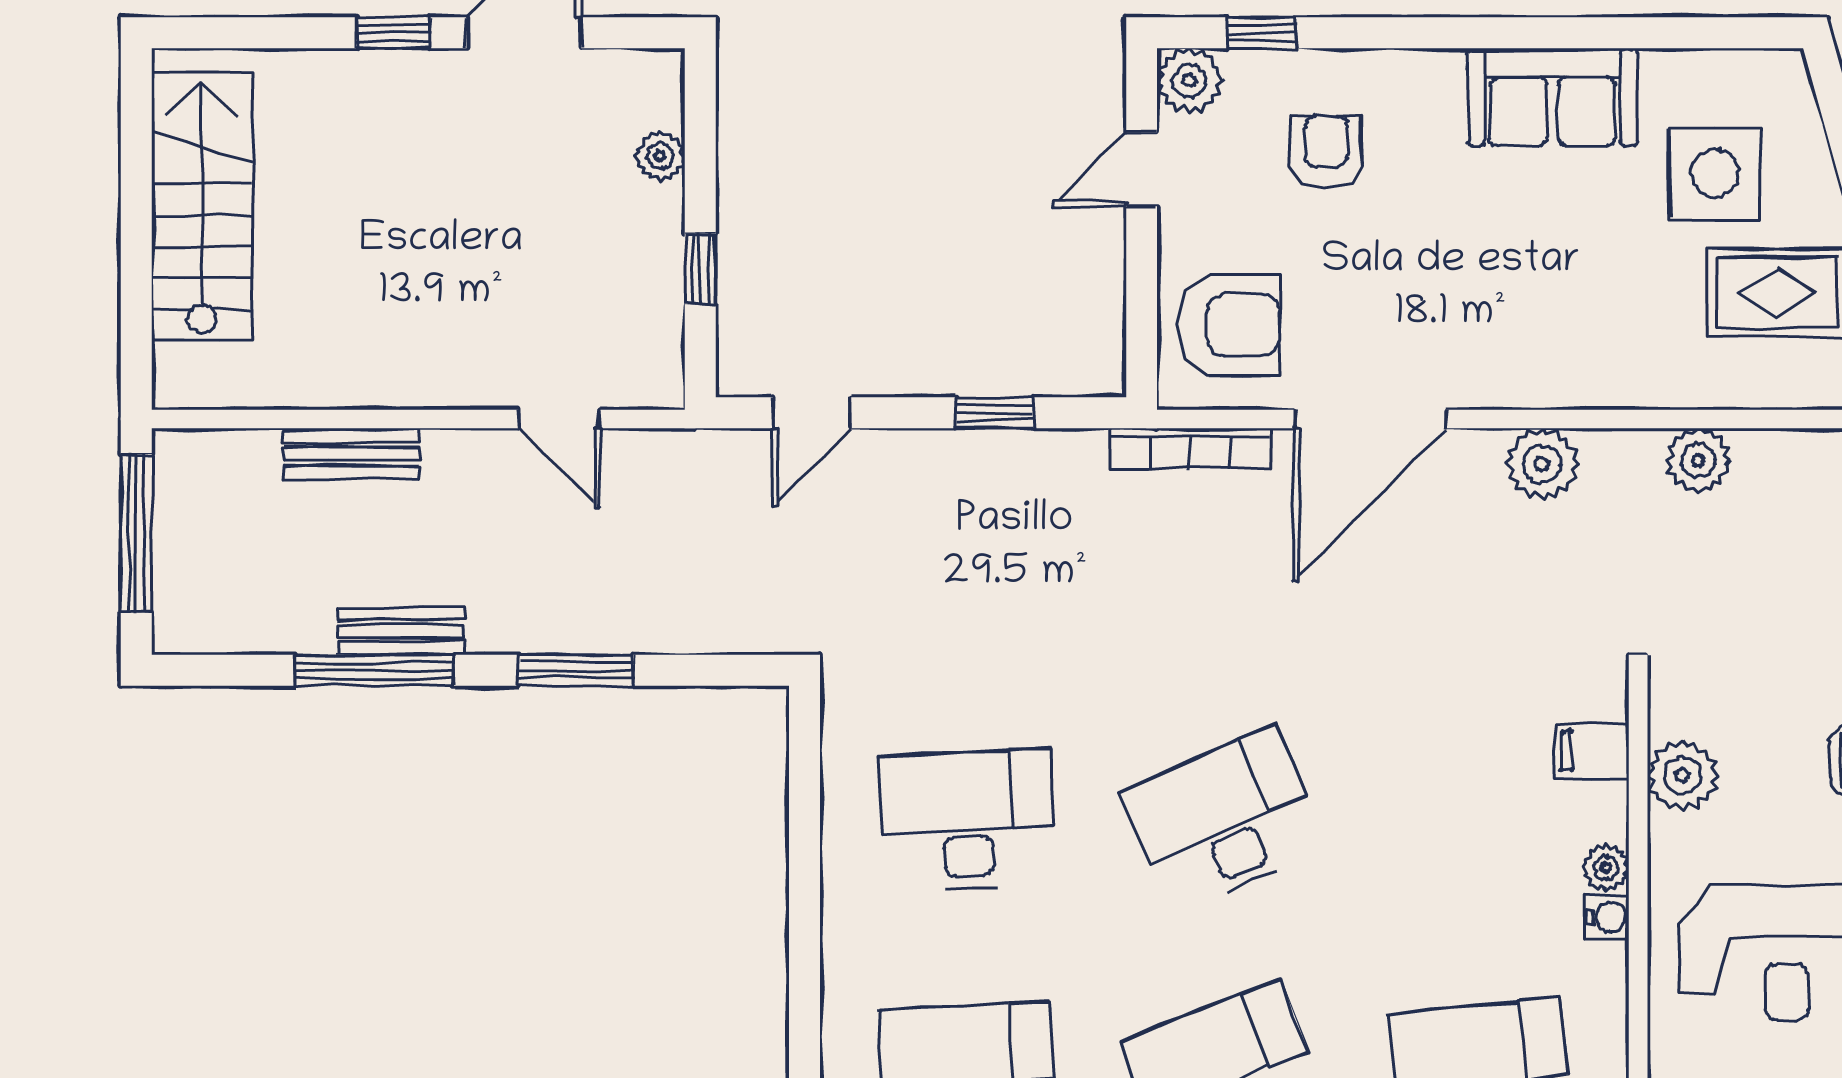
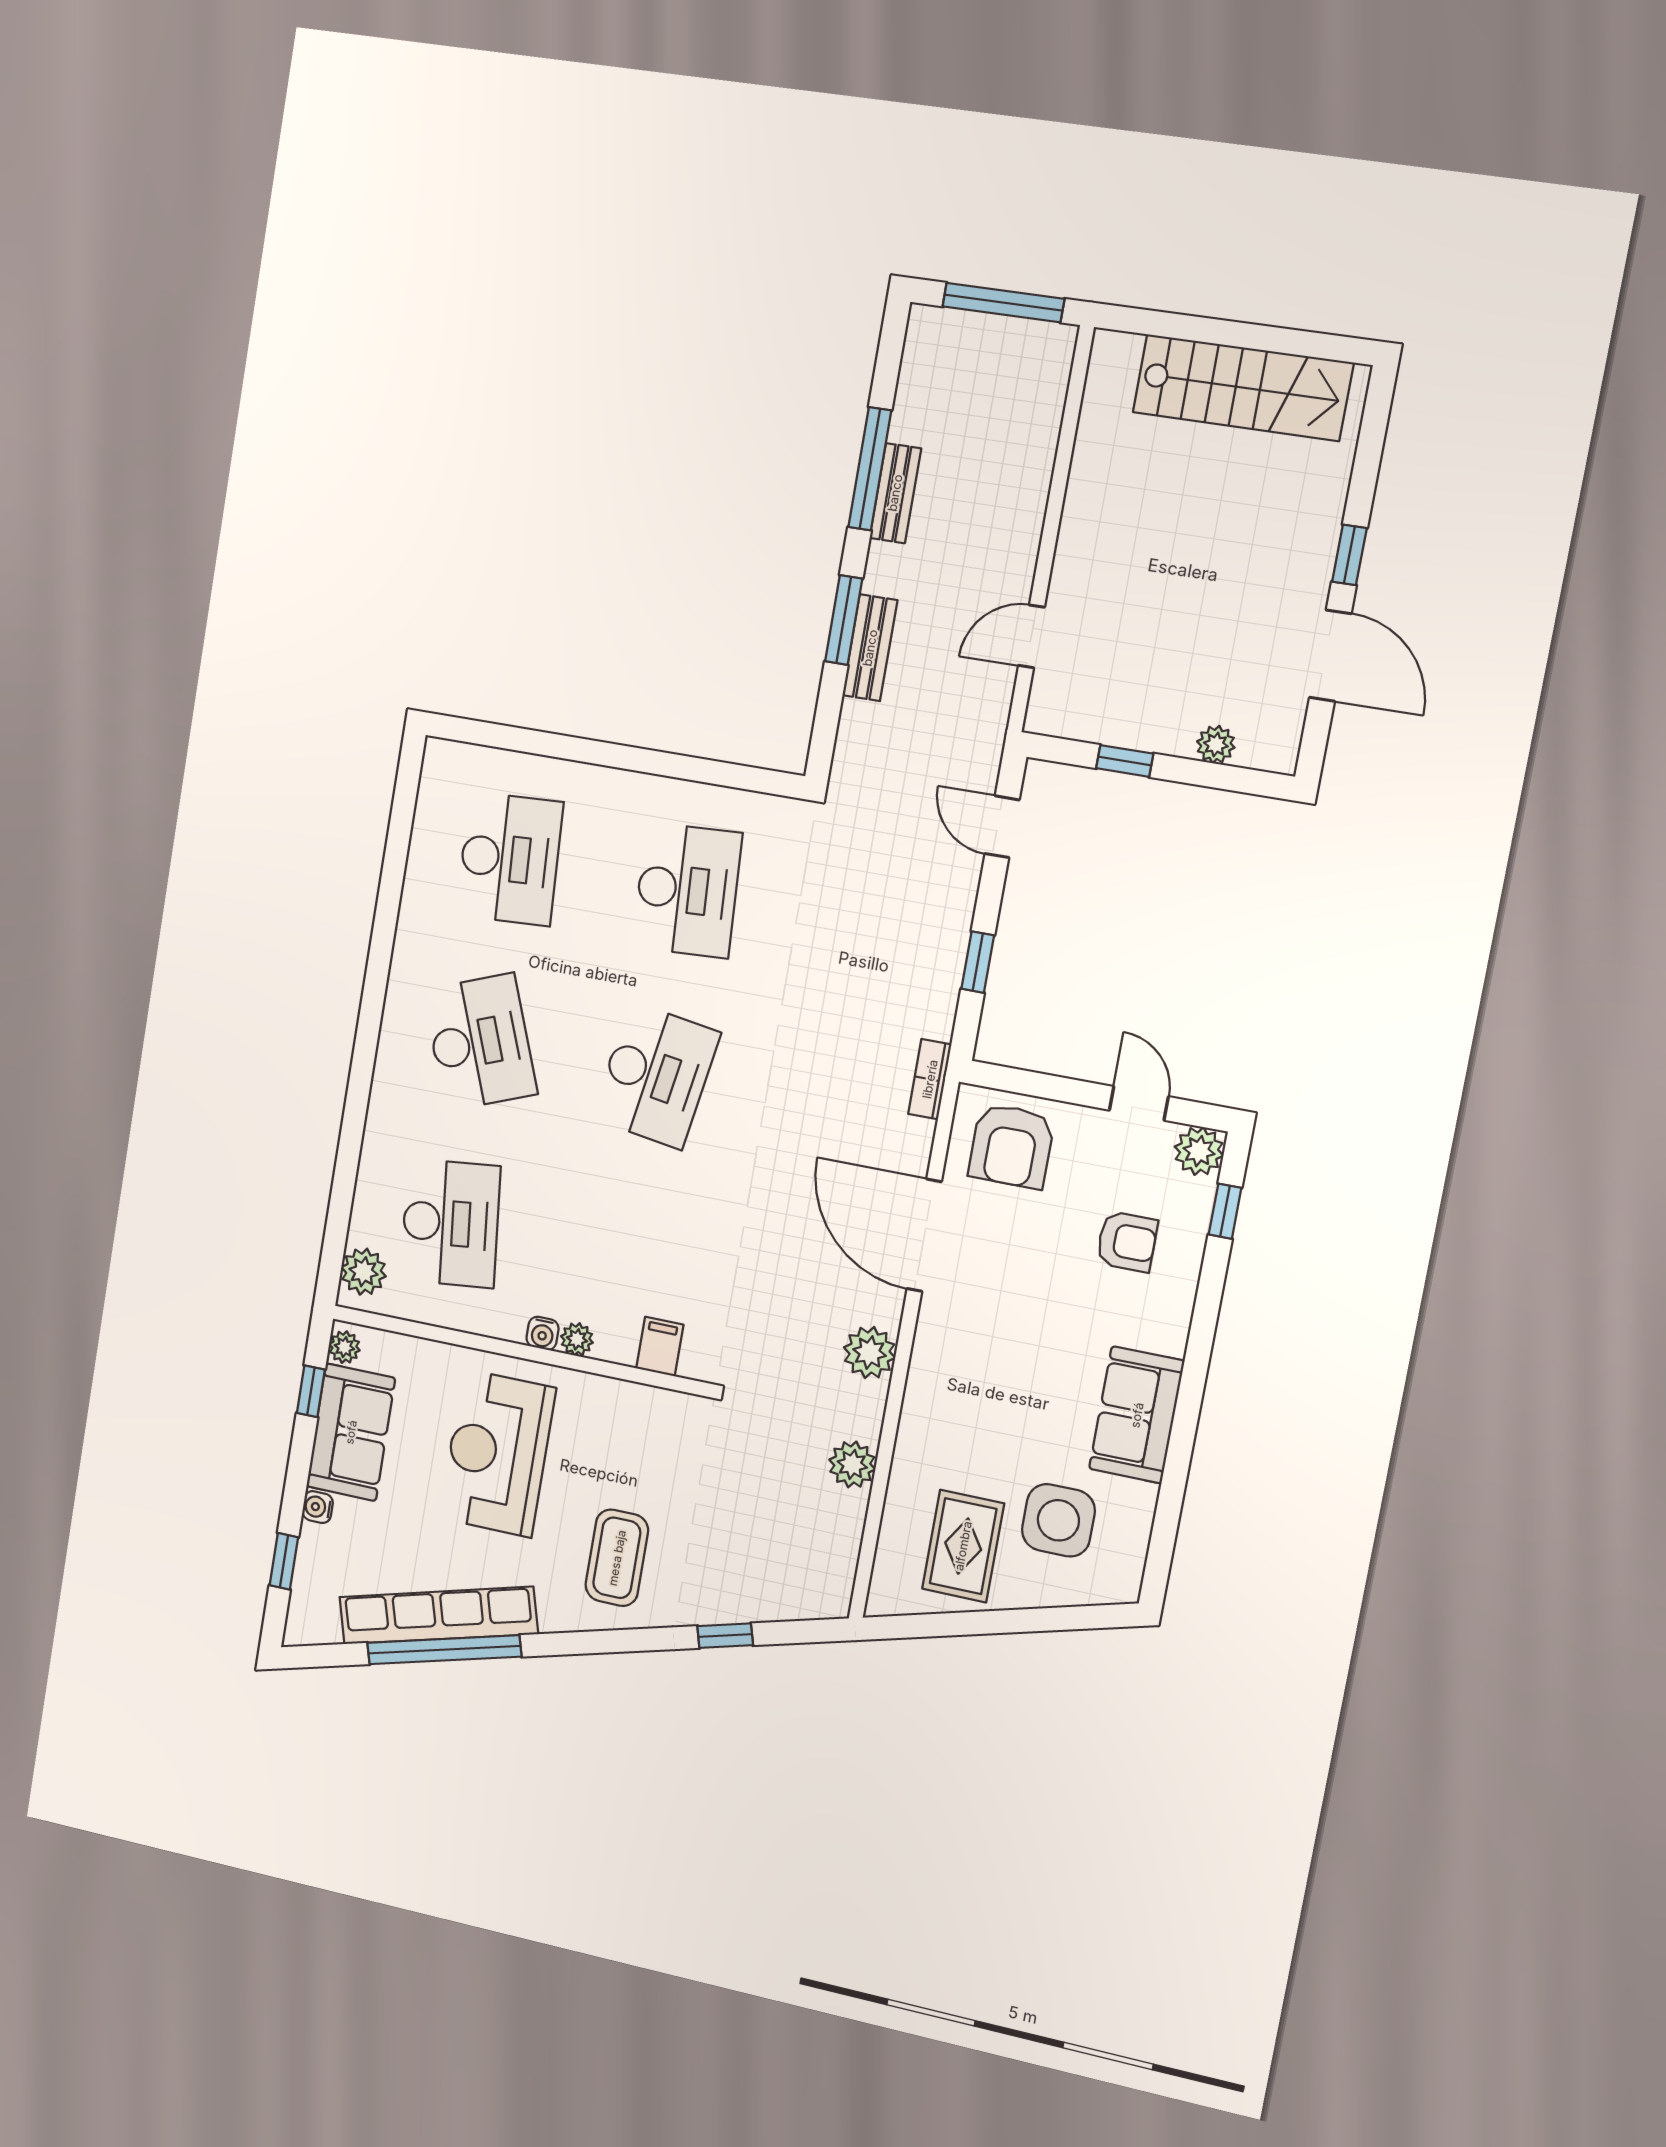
bookcase: (1190, 449) -> (930, 1079), width x0.64
bench: (351, 454) -> (870, 648), moved
plant: (1682, 775) -> (632, 1406), removed
desk: (1224, 820) -> (656, 1075), turned 33

